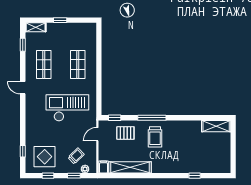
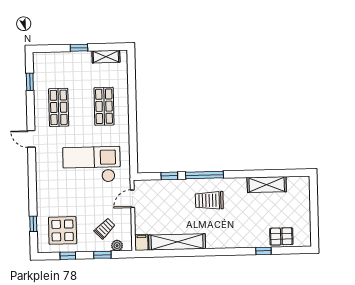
shelving: (36, 27) -> (106, 57), moved
window: (115, 118) -> (169, 176), moved
shelving: (216, 126) -> (267, 185), moved
pallet: (125, 133) -> (281, 236), moved
trolley: (155, 137) -> (209, 200), turned 90

